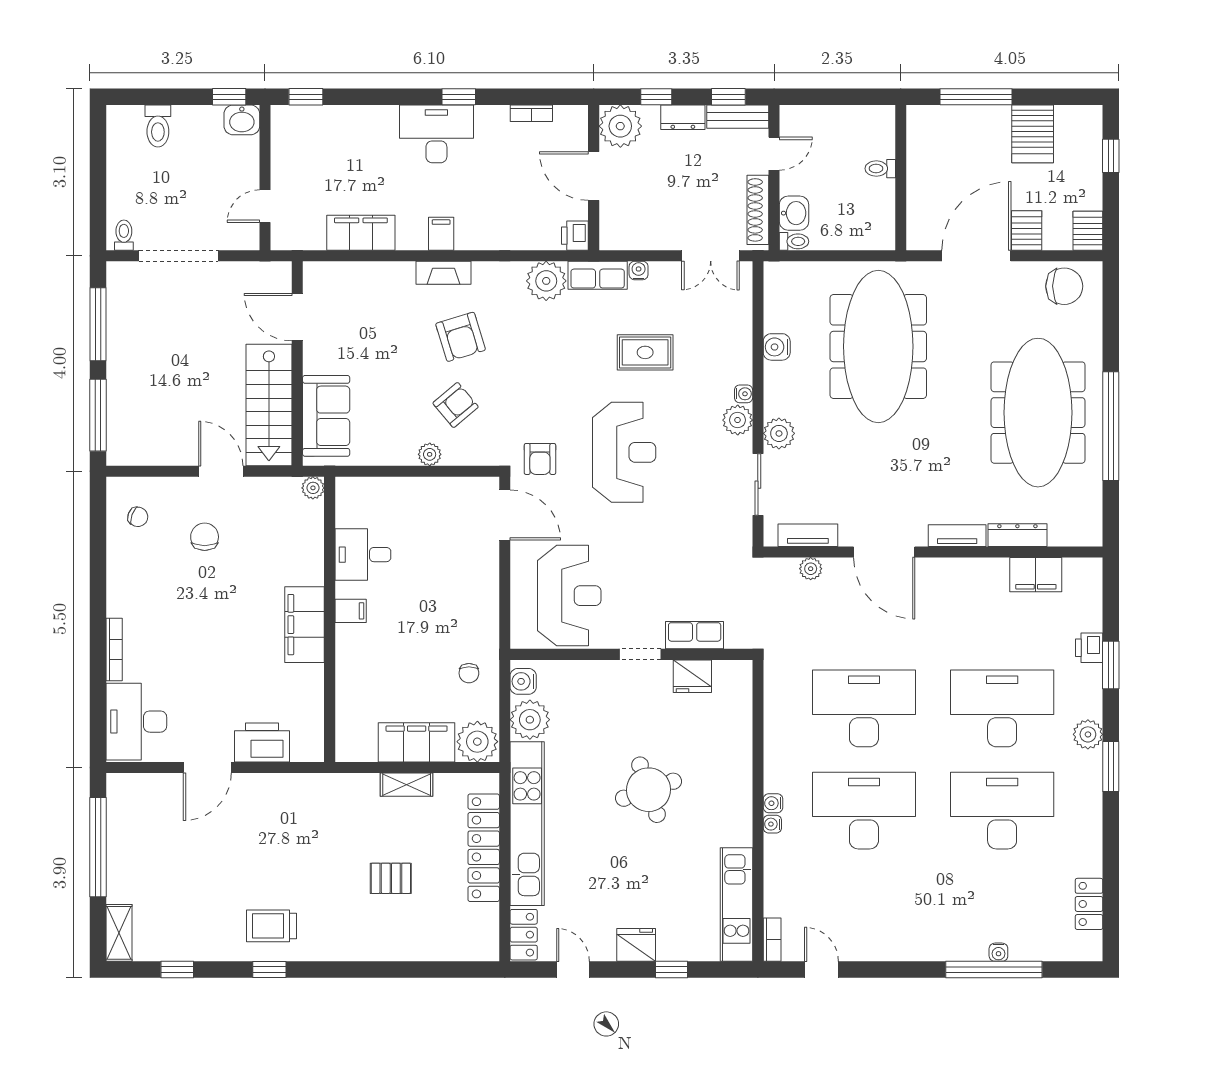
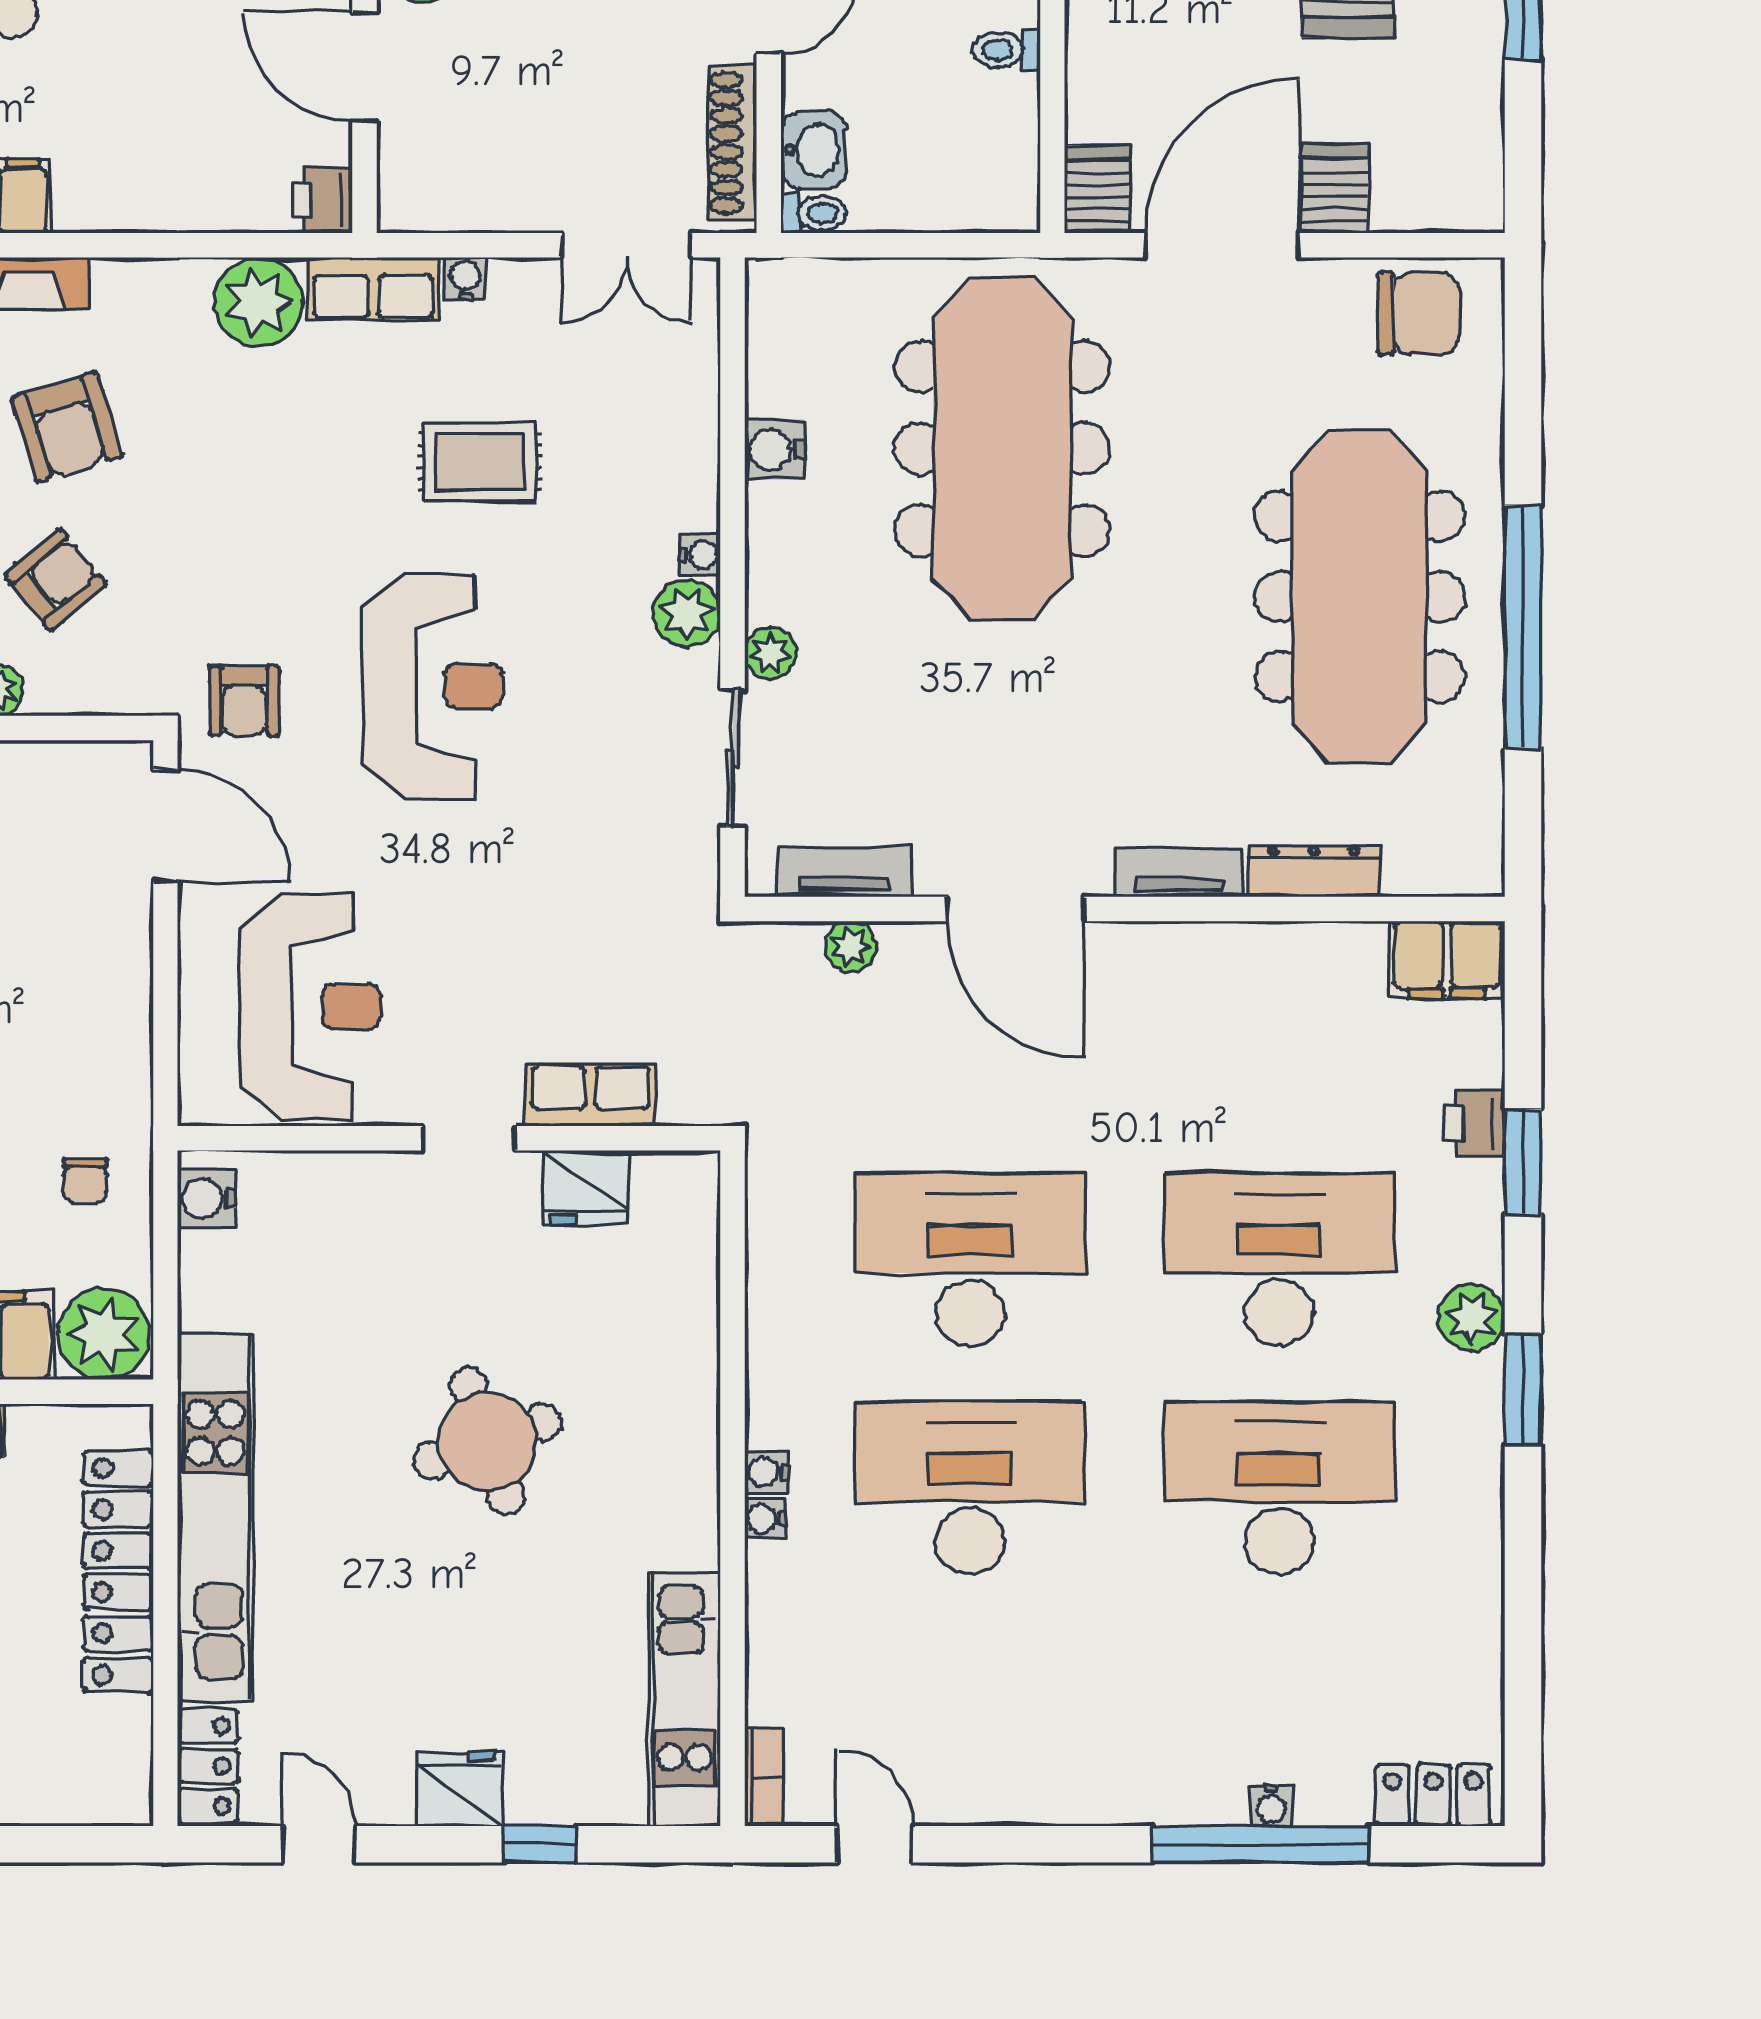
server rack: (1088, 231) -> (1098, 189), moved
plant: (779, 433) -> (770, 653), width x0.73, depth x0.73
filing cabinet: (1036, 575) -> (1447, 960), moved
plant: (530, 720) -> (222, 1285), removed
locker: (1089, 904) -> (1433, 1795), moved, turned 90

